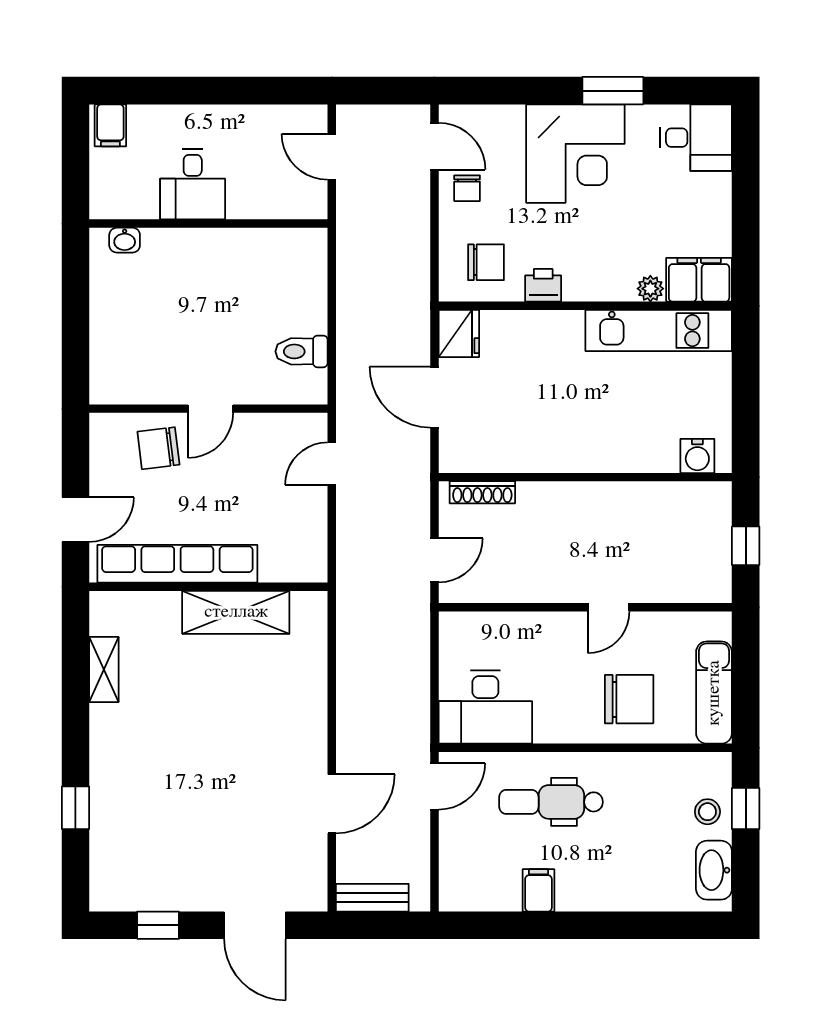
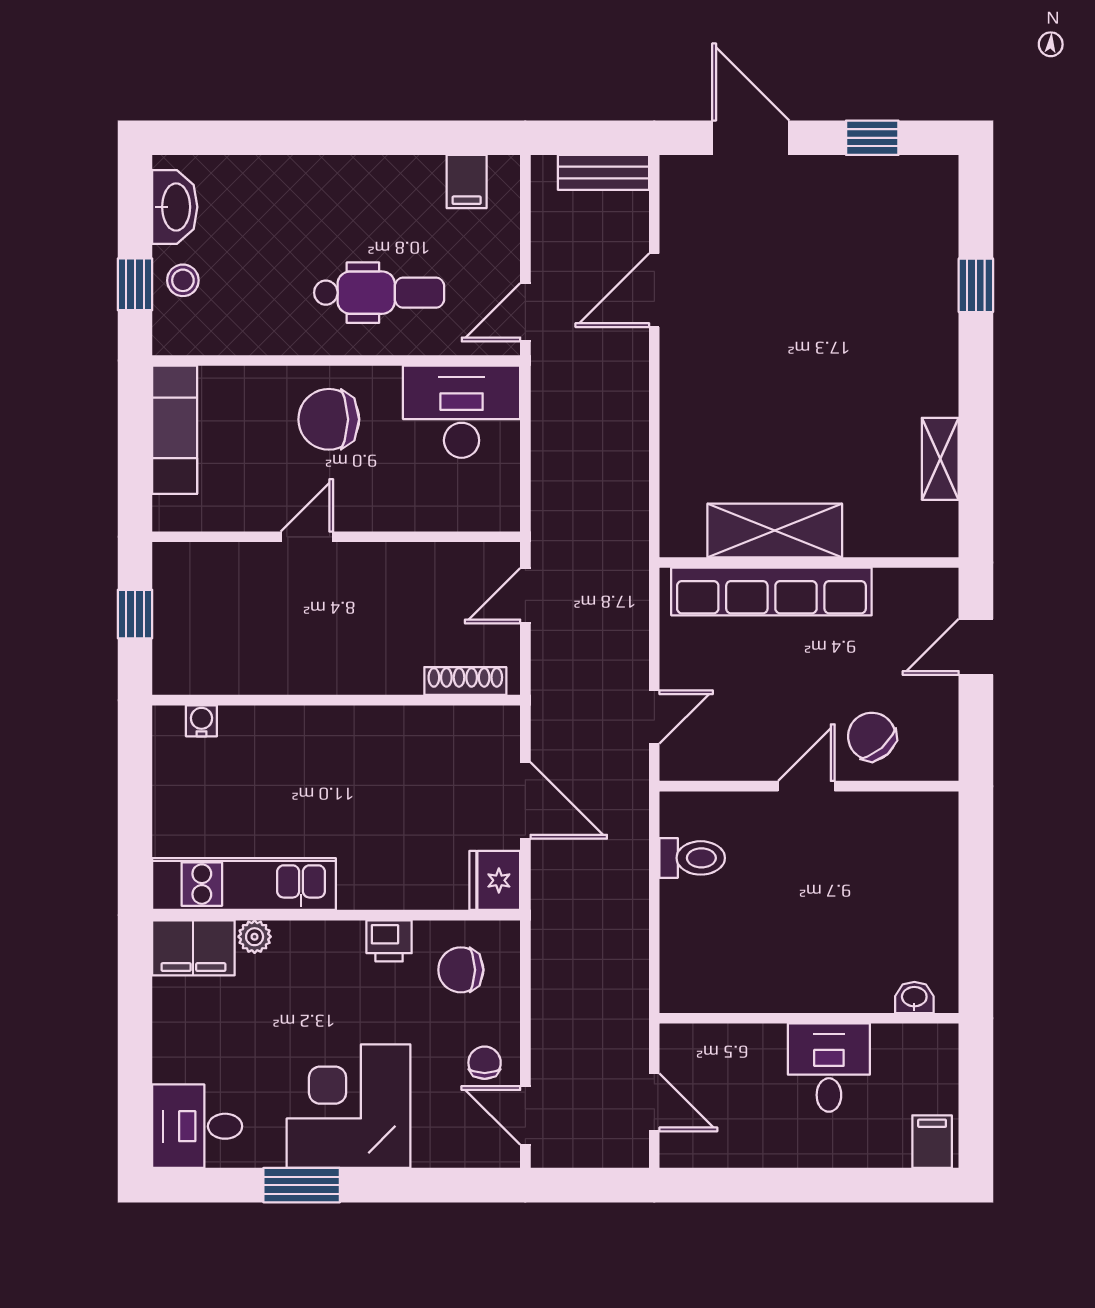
chair: (158, 448) -> (872, 736), turned -124
water cooler: (697, 456) -> (201, 721), width x0.72, depth x0.72
row of seats: (177, 564) -> (771, 592), moved
chair: (629, 699) -> (329, 419), moved
filing cabinet: (538, 890) -> (467, 182), moved

